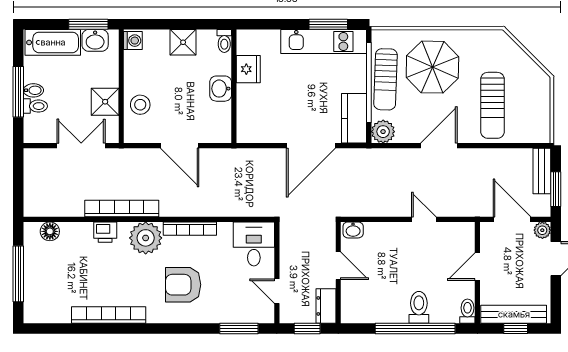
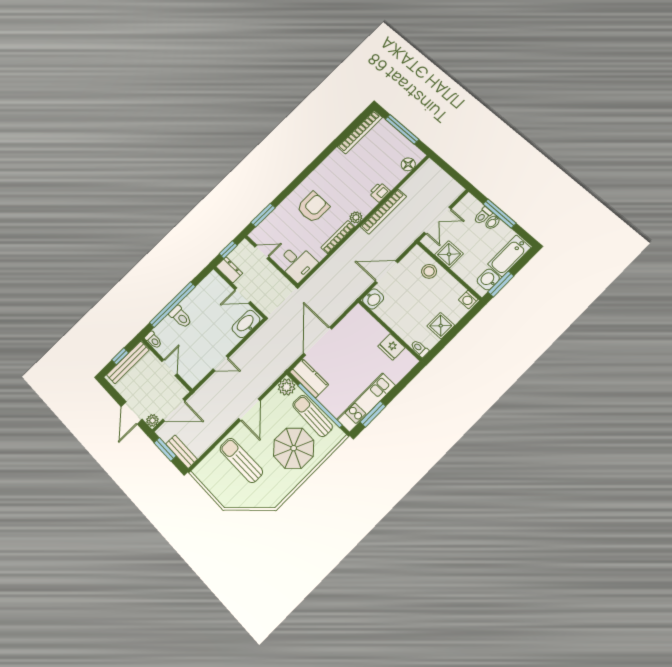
washbasin: (221, 89) -> (373, 299), moved, turned 90
washbasin: (353, 230) -> (246, 324), width x1.91, depth x1.45
plant: (146, 238) -> (356, 217), width x0.53, depth x0.53
bookcase: (109, 315) -> (360, 132), moved

